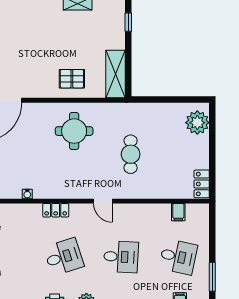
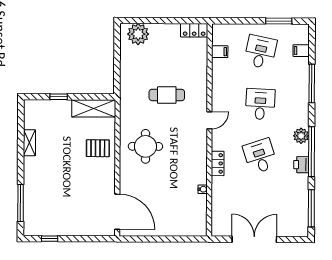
window: (128, 22) -> (59, 97), moved
pallet: (72, 79) -> (98, 148), turned 90

